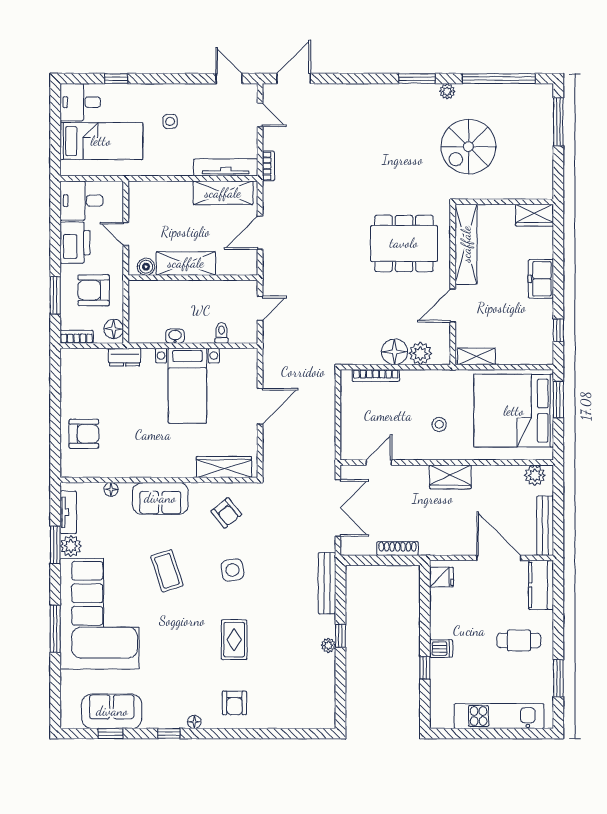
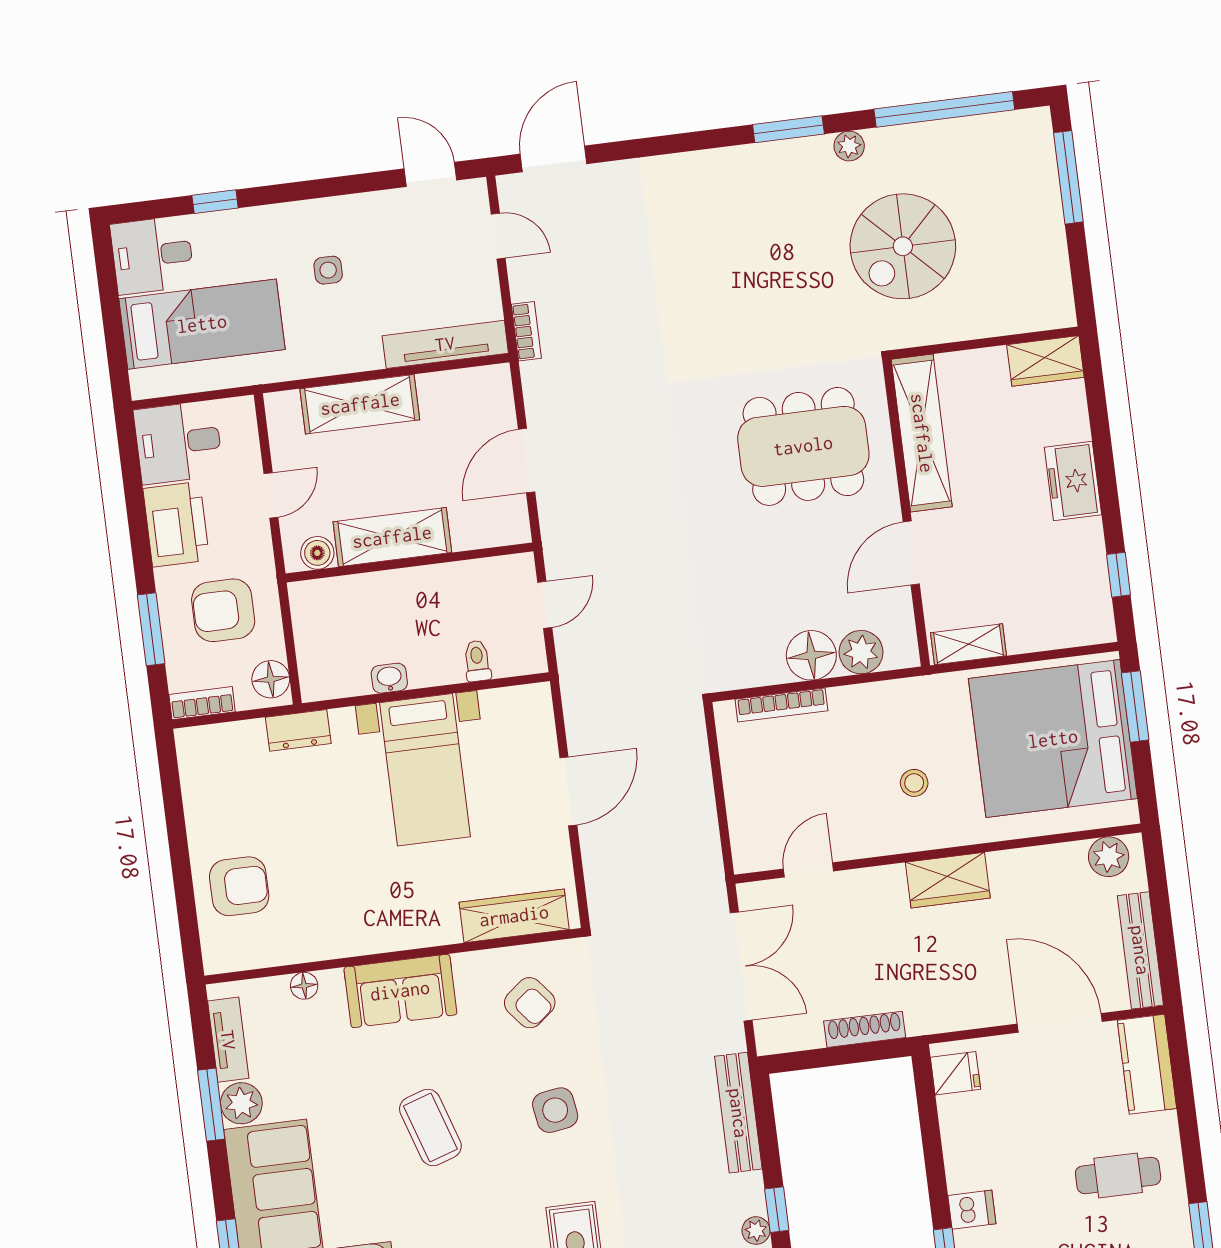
shelving: (223, 193) -> (360, 404), moved
door: (126, 234) -> (271, 495), swing flipped

